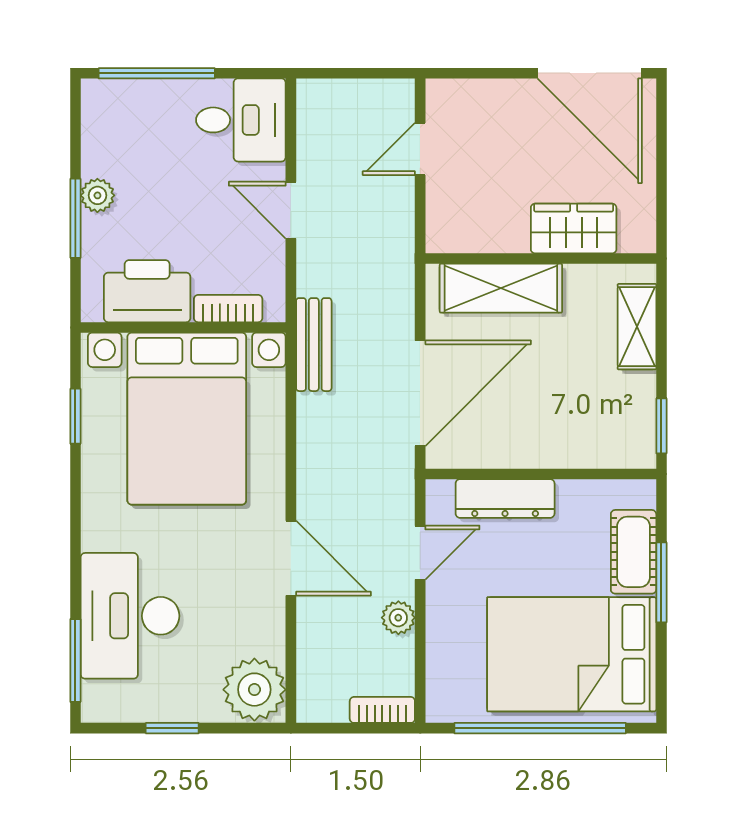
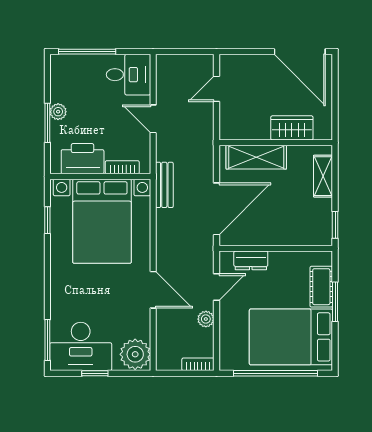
dresser: (505, 498) -> (251, 260), width x0.70
desk: (130, 616) -> (81, 346), moved, turned -90

